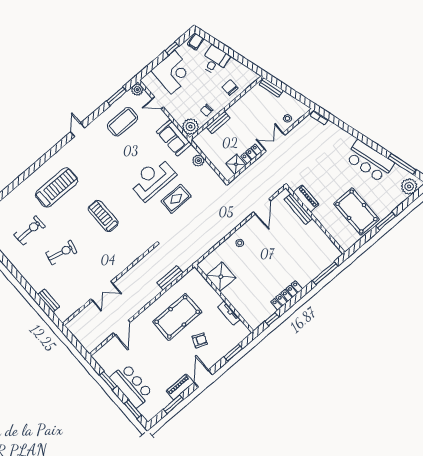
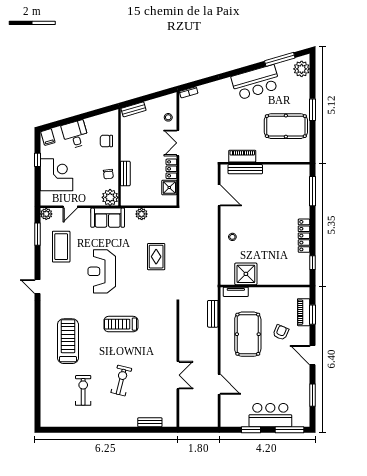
reception desk: (152, 179) -> (102, 271), moved
tv unit: (229, 313) -> (236, 292), moved
piano: (180, 387) -> (304, 312), moved
window: (133, 409) -> (289, 430), width x1.44

